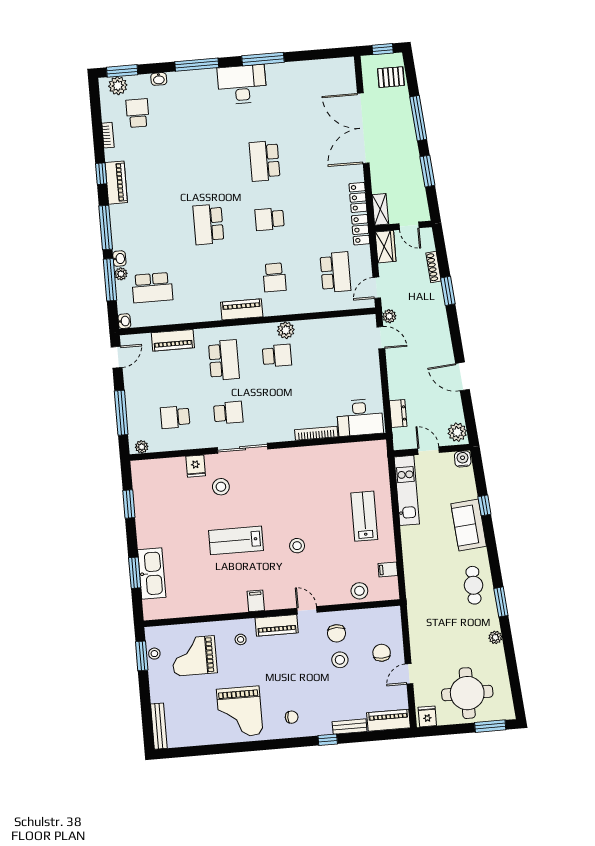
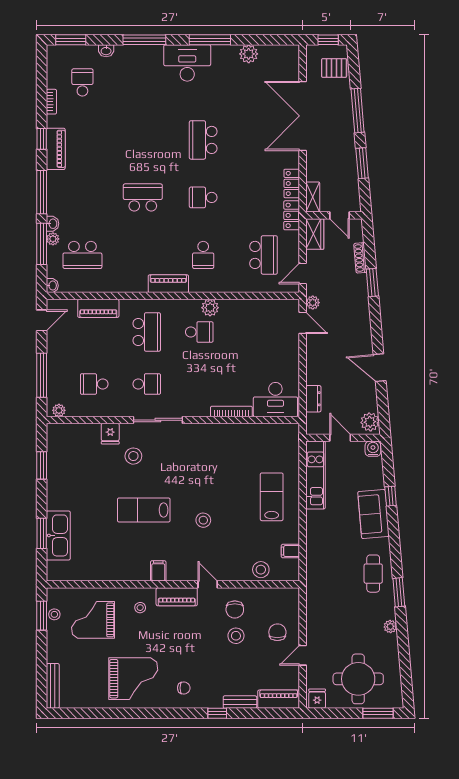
plant: (118, 86) -> (249, 54), moved
school desk: (208, 224) -> (143, 197), turned 90
grand piano: (240, 712) -> (133, 679), turned -90

